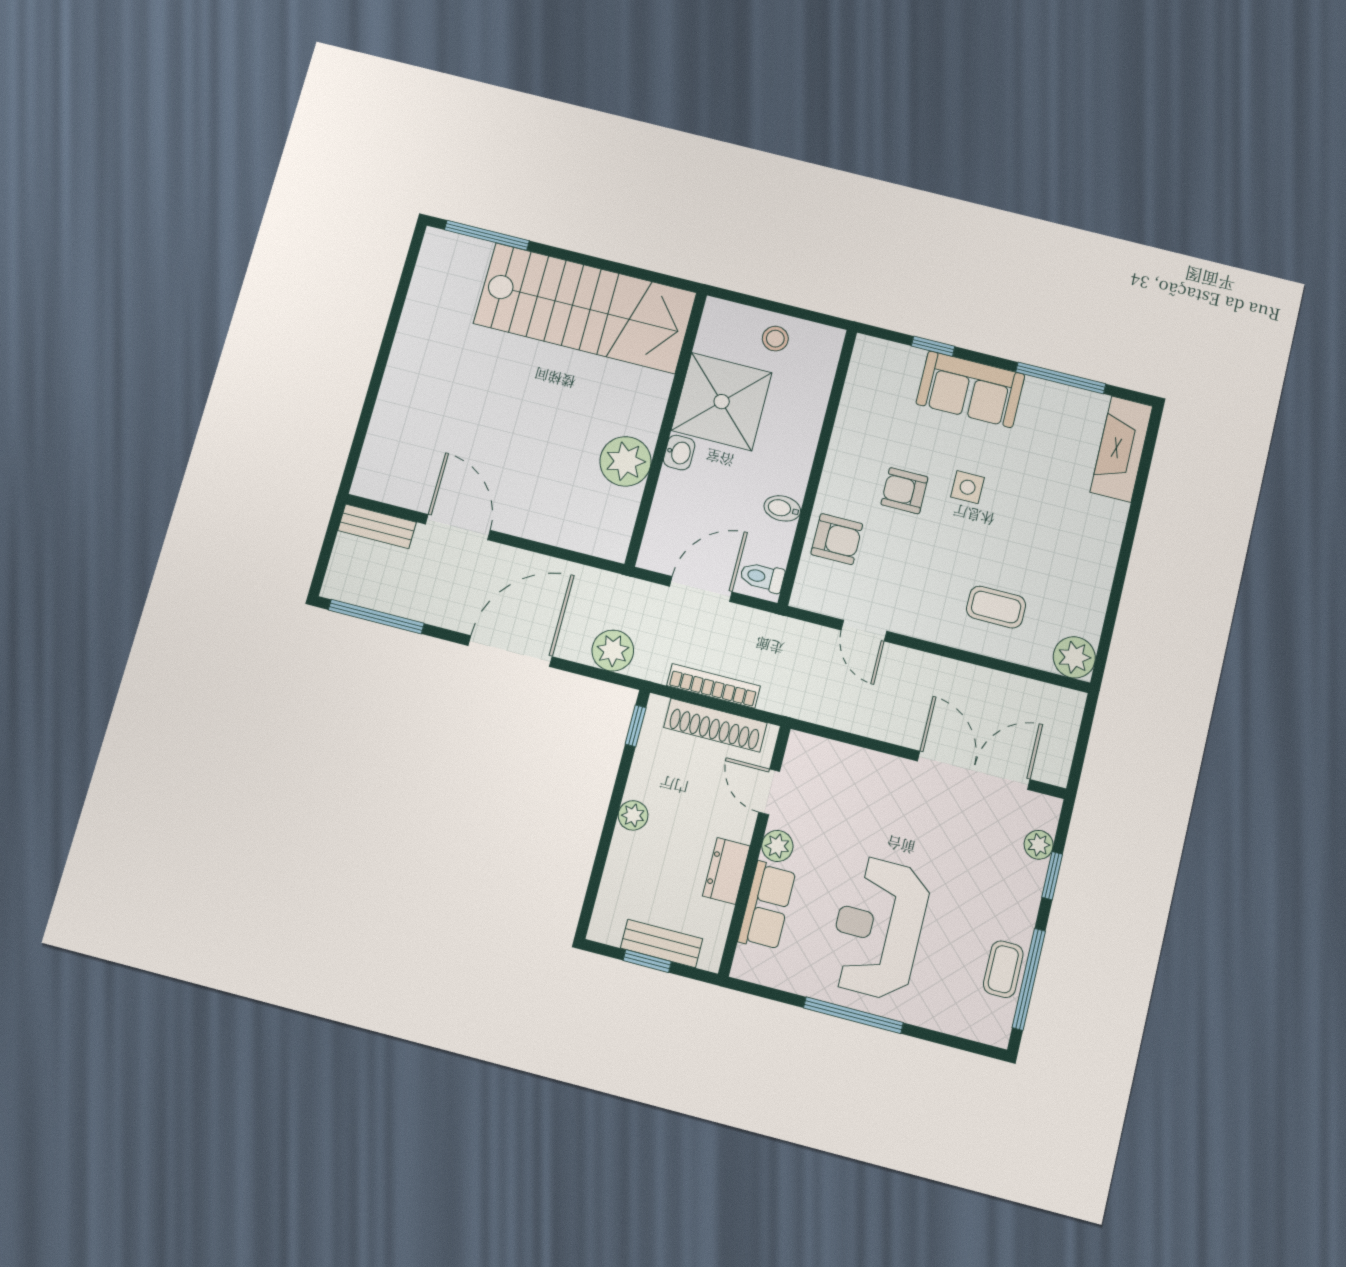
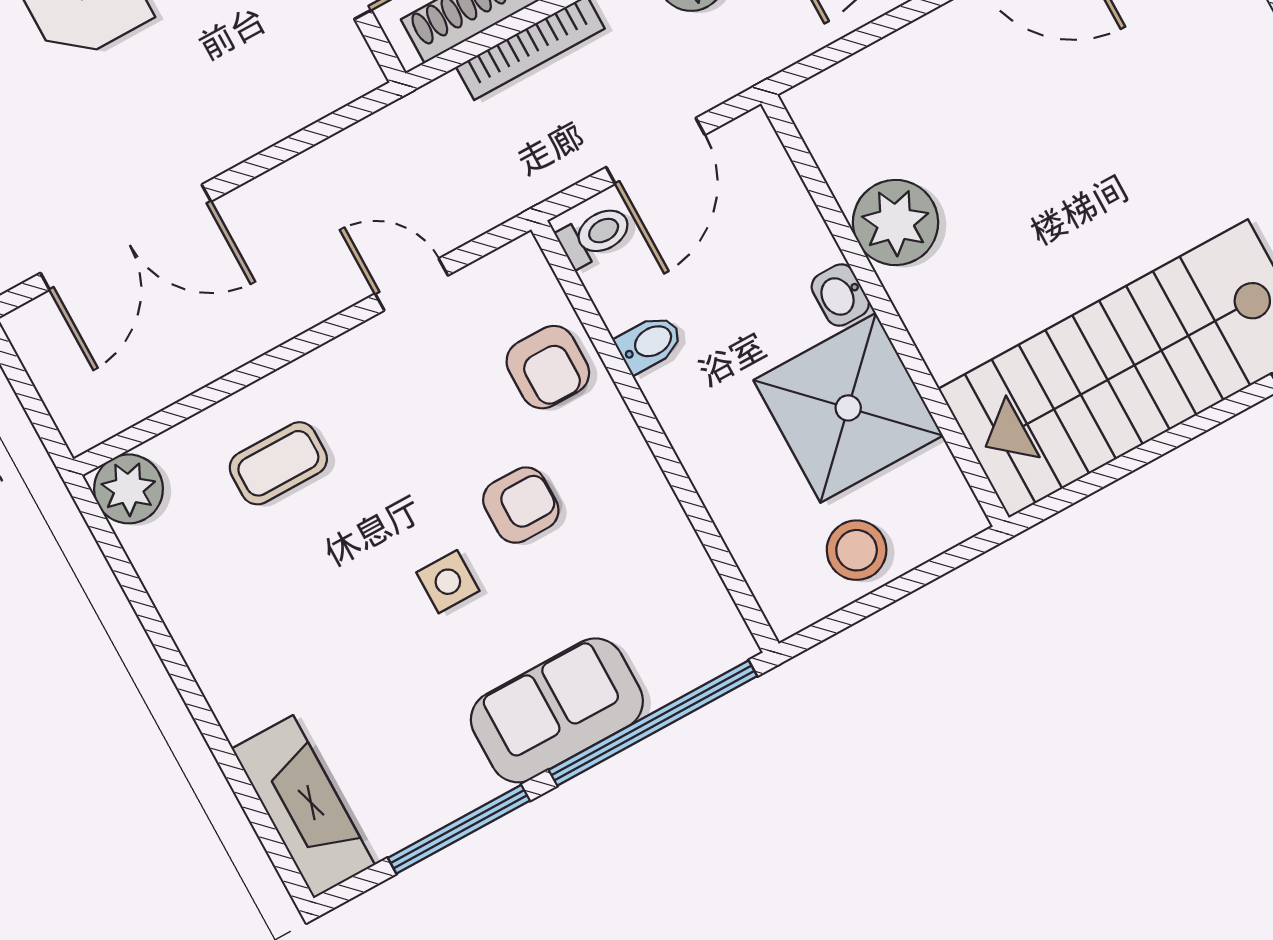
stool: (775, 339) -> (857, 550), width x1.37, depth x1.37
window: (933, 346) -> (653, 723), width x3.17
armchair: (837, 539) -> (548, 367), turned -90

